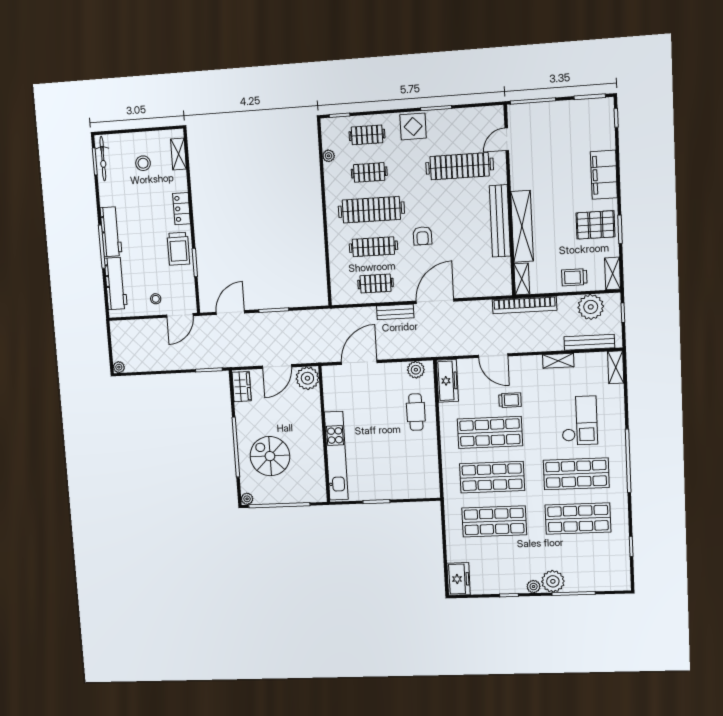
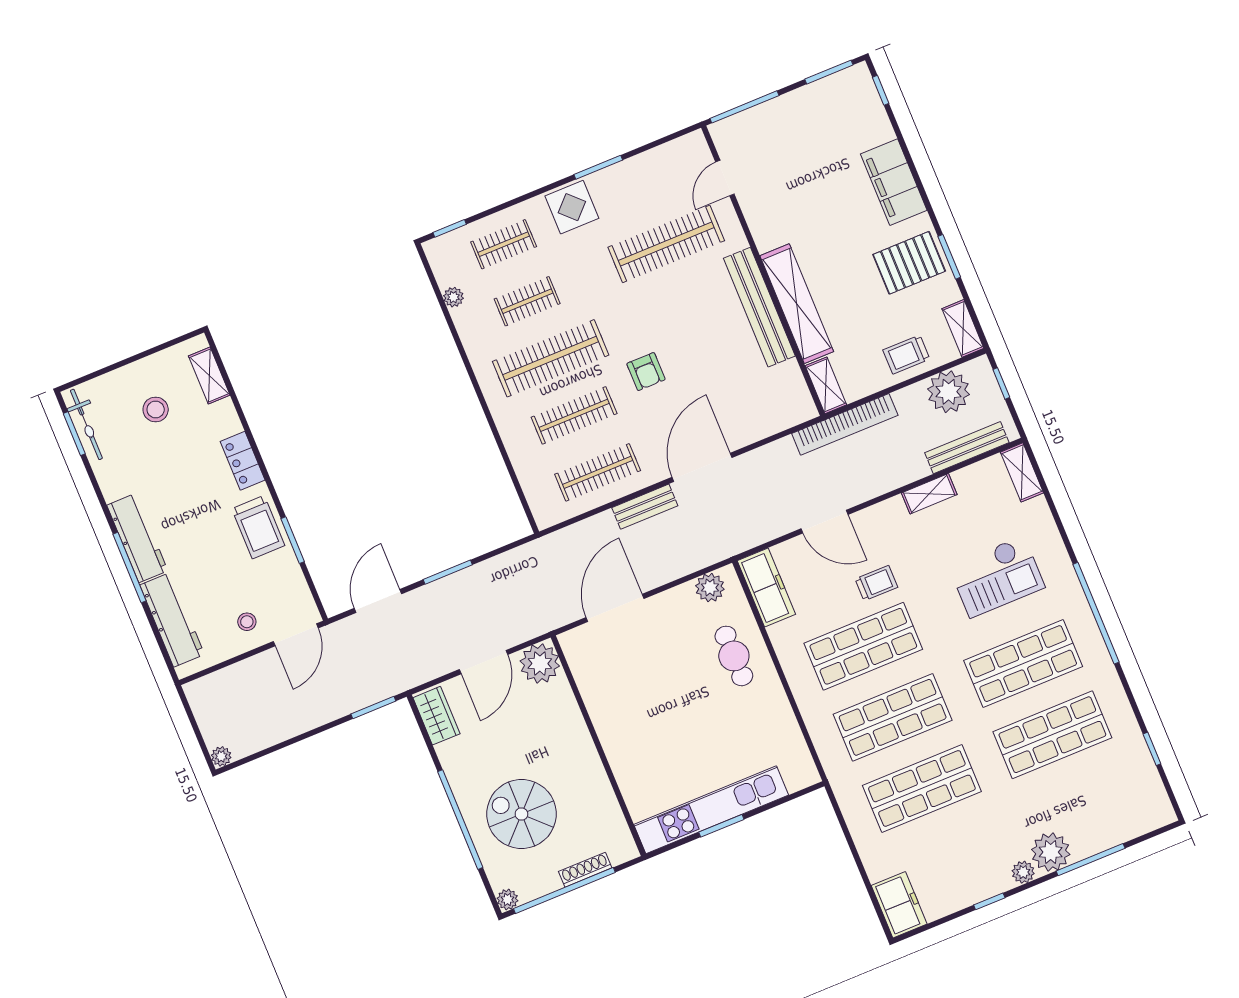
clothes rail: (376, 284) -> (598, 472), width x1.36
checkout: (579, 421) -> (997, 577), turned 90
kitchen unit: (336, 456) -> (711, 810), moved, turned -90
shoe rack: (294, 498) -> (585, 870), added

